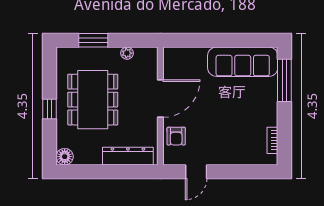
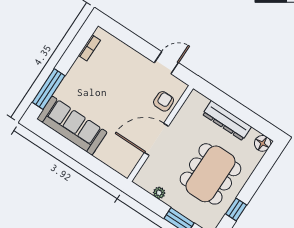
window: (50, 109) -> (236, 209), moved
dresser: (128, 156) -> (227, 121), moved

